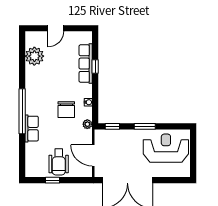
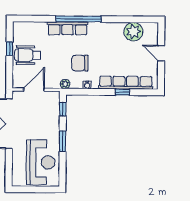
row of seats: (86, 64) -> (126, 83), width x1.36
row of seats: (32, 129) -> (68, 28), width x1.48

